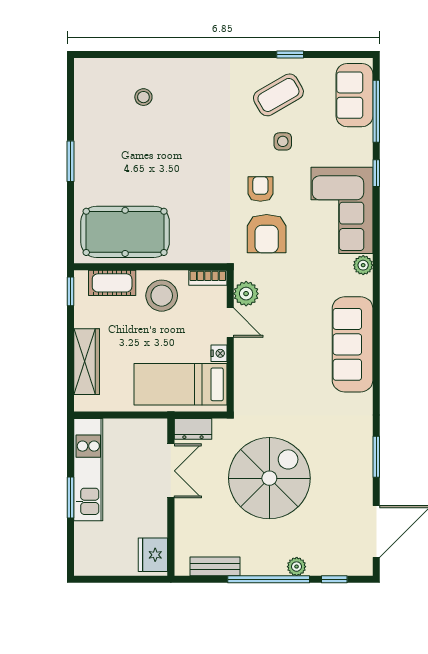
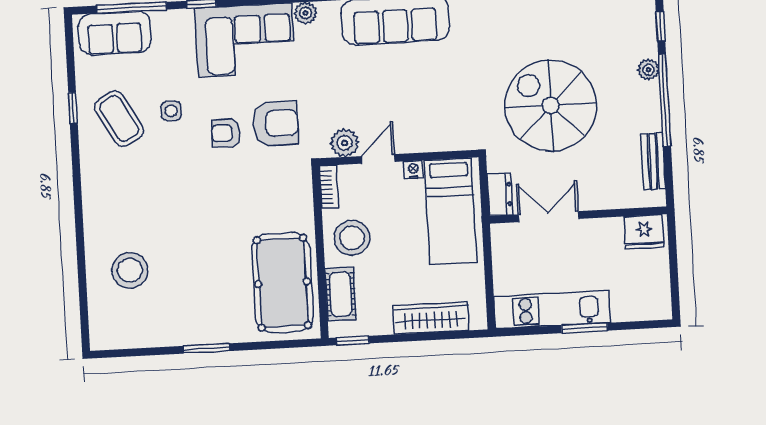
stool: (143, 97) -> (130, 270), width x1.89, depth x1.89

